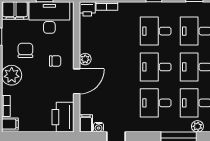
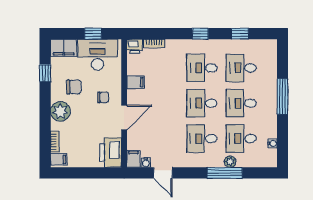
filing cabinet: (88, 45) -> (136, 82), added
chair: (25, 50) -> (74, 87), turned 90
plant: (85, 59) -> (133, 95), removed
plant: (197, 126) -> (230, 162), moved

